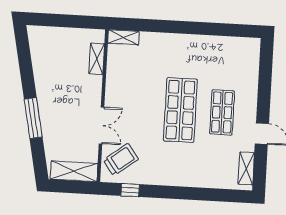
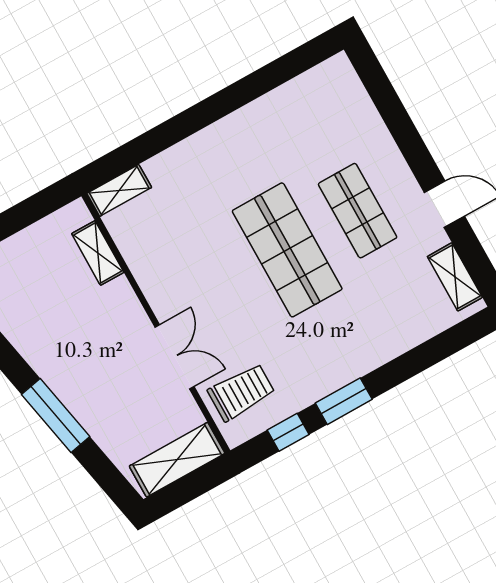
trolley: (121, 160) -> (241, 392), turned 37
window: (163, 192) -> (344, 401), added

